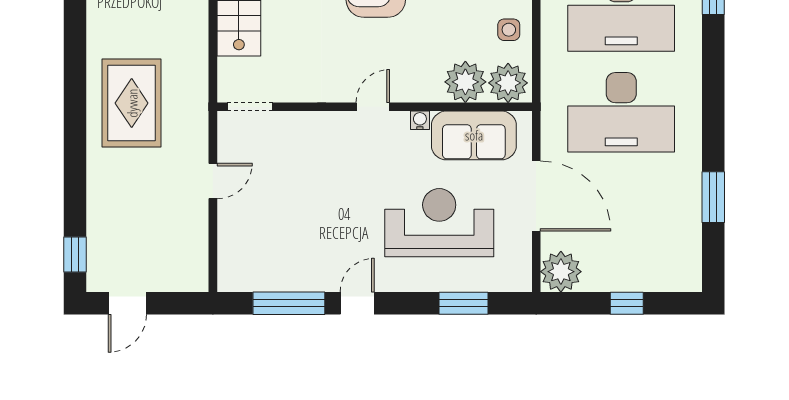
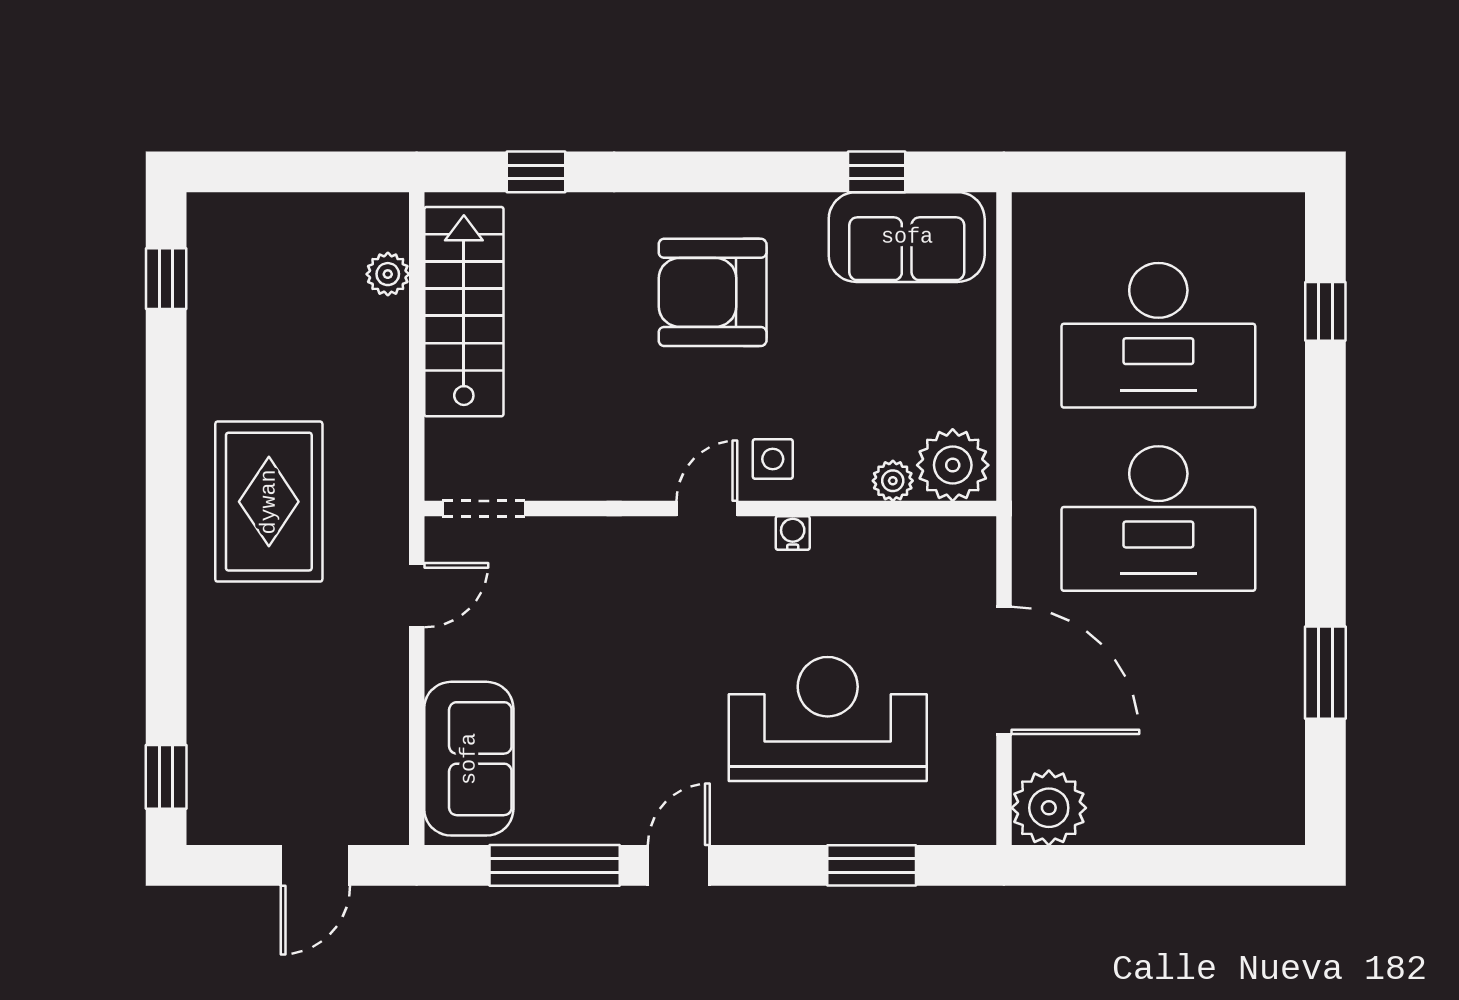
side table: (509, 30) -> (773, 459), moved
plant: (465, 82) -> (893, 481), width x0.53, depth x0.53
sofa: (474, 135) -> (469, 759), moved, turned -90
door: (213, 181) -> (417, 595), moved
door: (127, 303) -> (315, 865), moved
window: (627, 303) -> (1168, 865), removed

